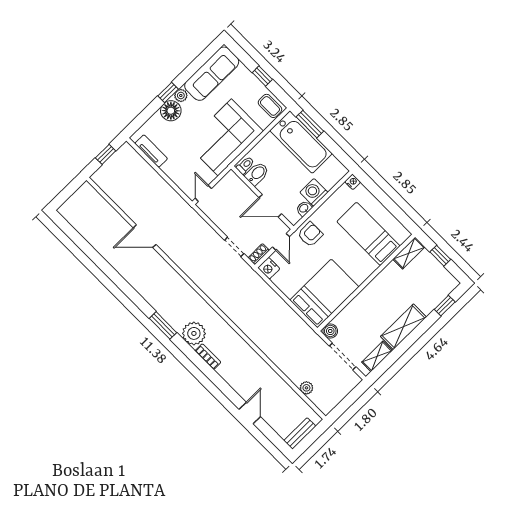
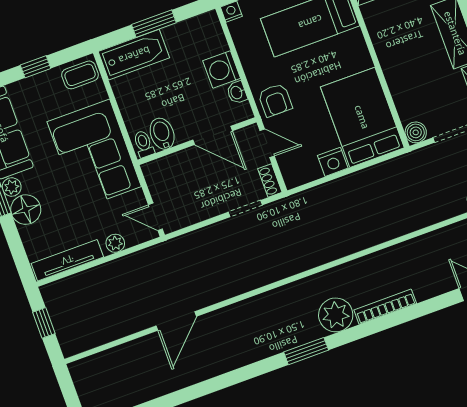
window: (310, 124) -> (154, 24), moved
bathtub: (301, 142) -> (134, 55), width x0.73, depth x0.73
tv unit: (151, 151) -> (67, 260), width x1.41
plant: (175, 176) -> (115, 243), added
door: (270, 206) -> (213, 135), hinge flipped
armchair: (310, 234) -> (275, 100), turned 180
nightstand: (269, 268) -> (333, 162), moved
bookcase: (208, 357) -> (385, 307), width x1.56

